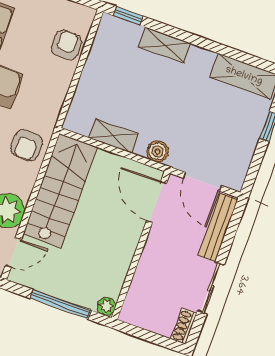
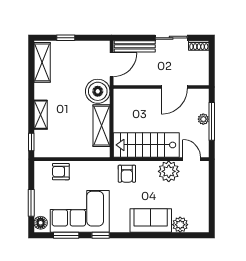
shelving: (113, 136) -> (101, 126), width x1.50, depth x1.33
armchair: (27, 145) -> (127, 174), turned 90
boiler: (157, 151) -> (98, 91), width x1.86, depth x1.86
door: (157, 202) -> (174, 87), moved
plant: (106, 306) -> (203, 119), moved

